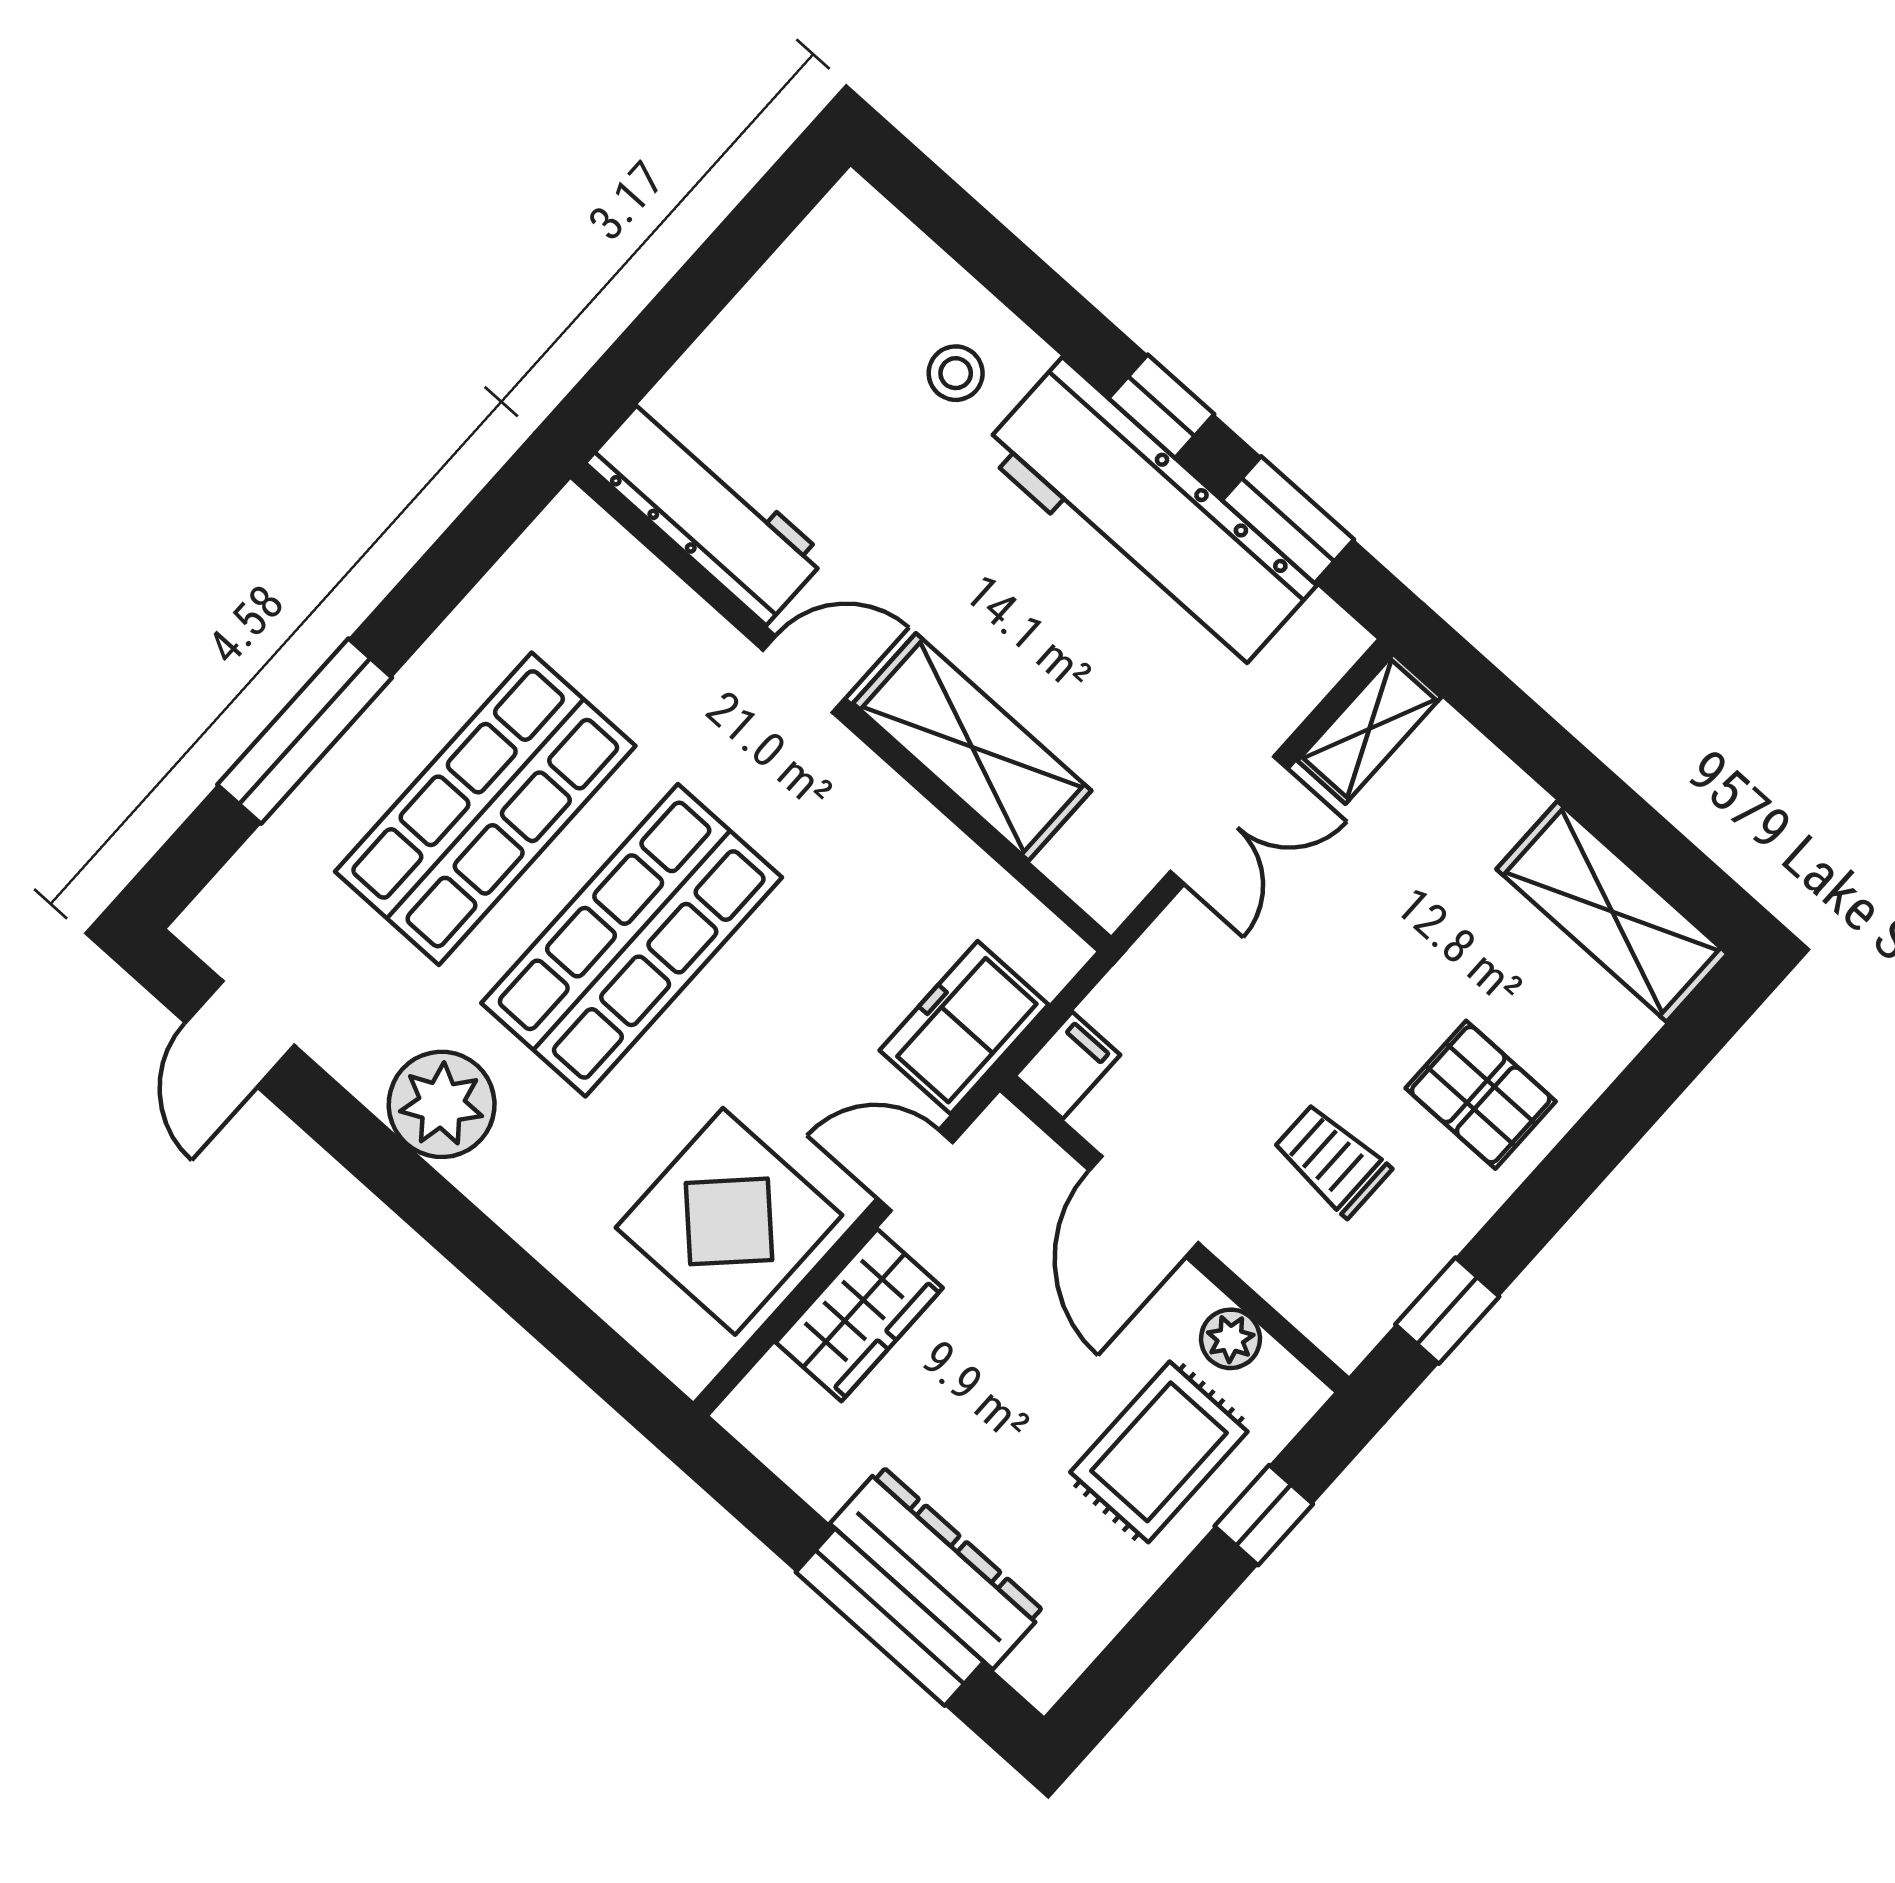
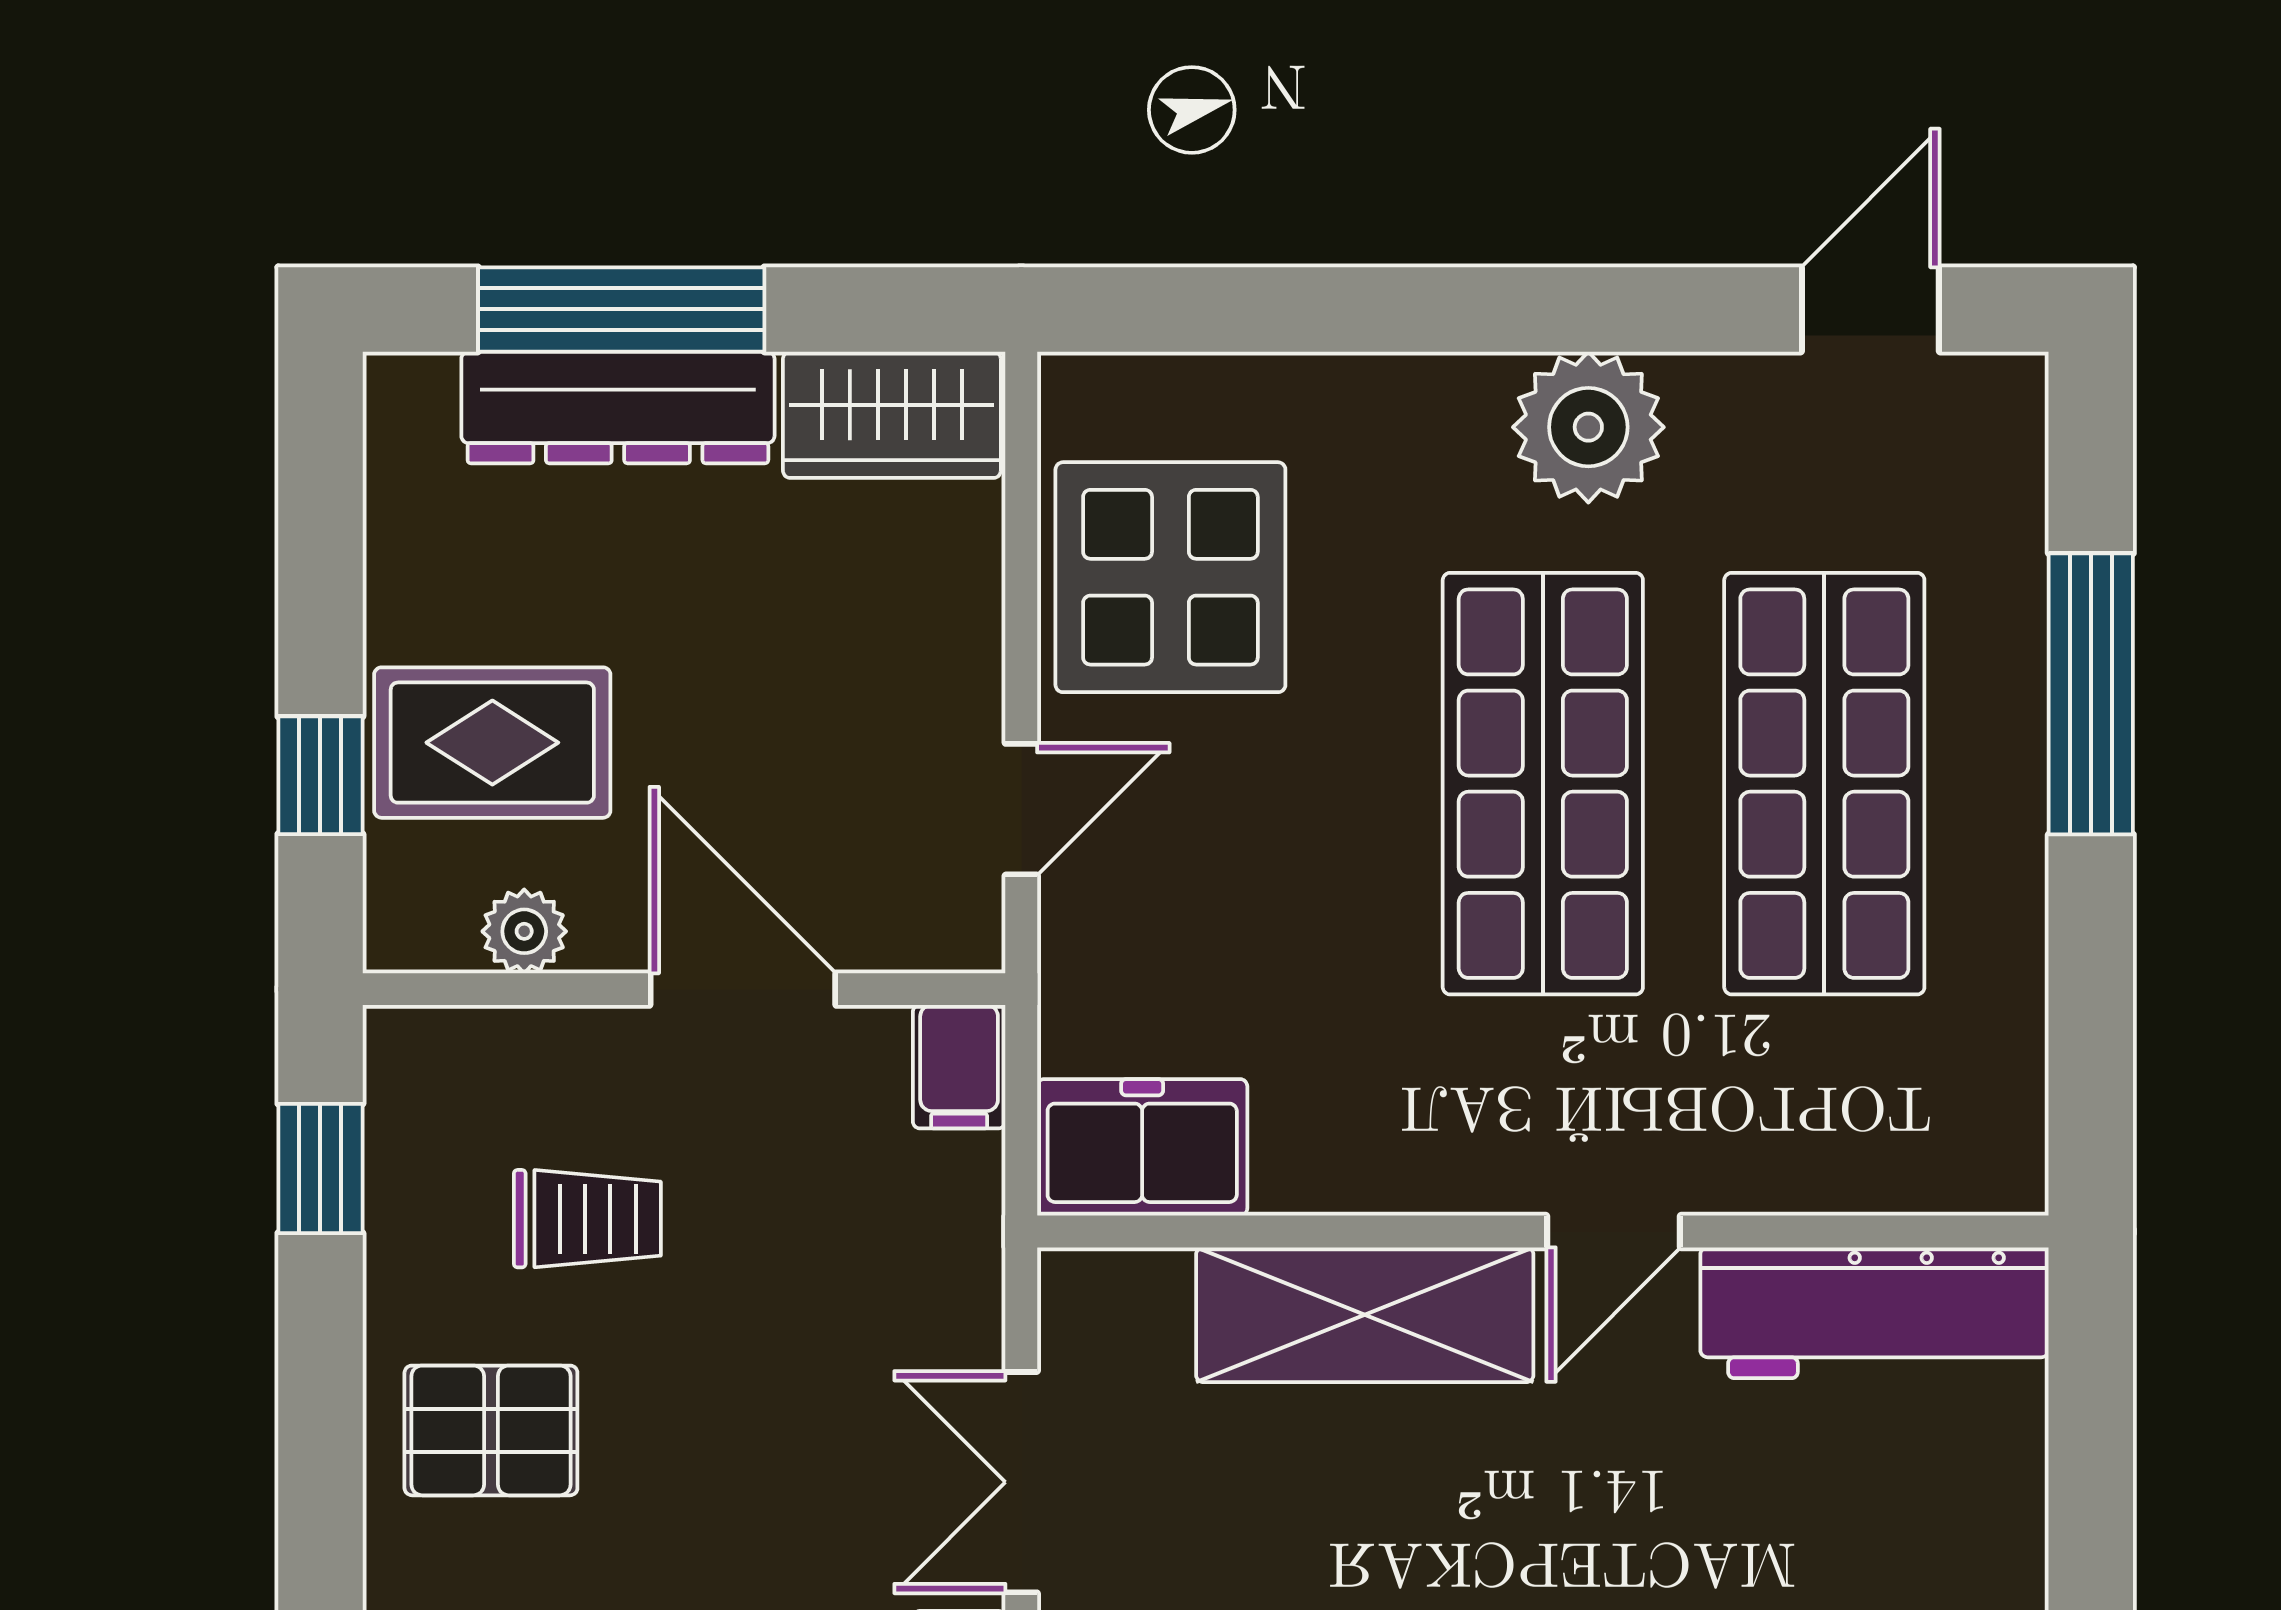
freezer: (964, 1028) -> (1142, 1147), moved, turned -90
door: (240, 1034) -> (1870, 309), hinge flipped
wardrobe: (859, 1315) -> (892, 415), moved, turned -90
rug: (1159, 1452) -> (492, 743), turned 90

